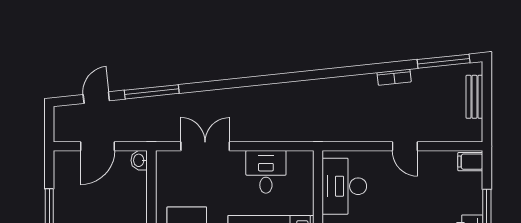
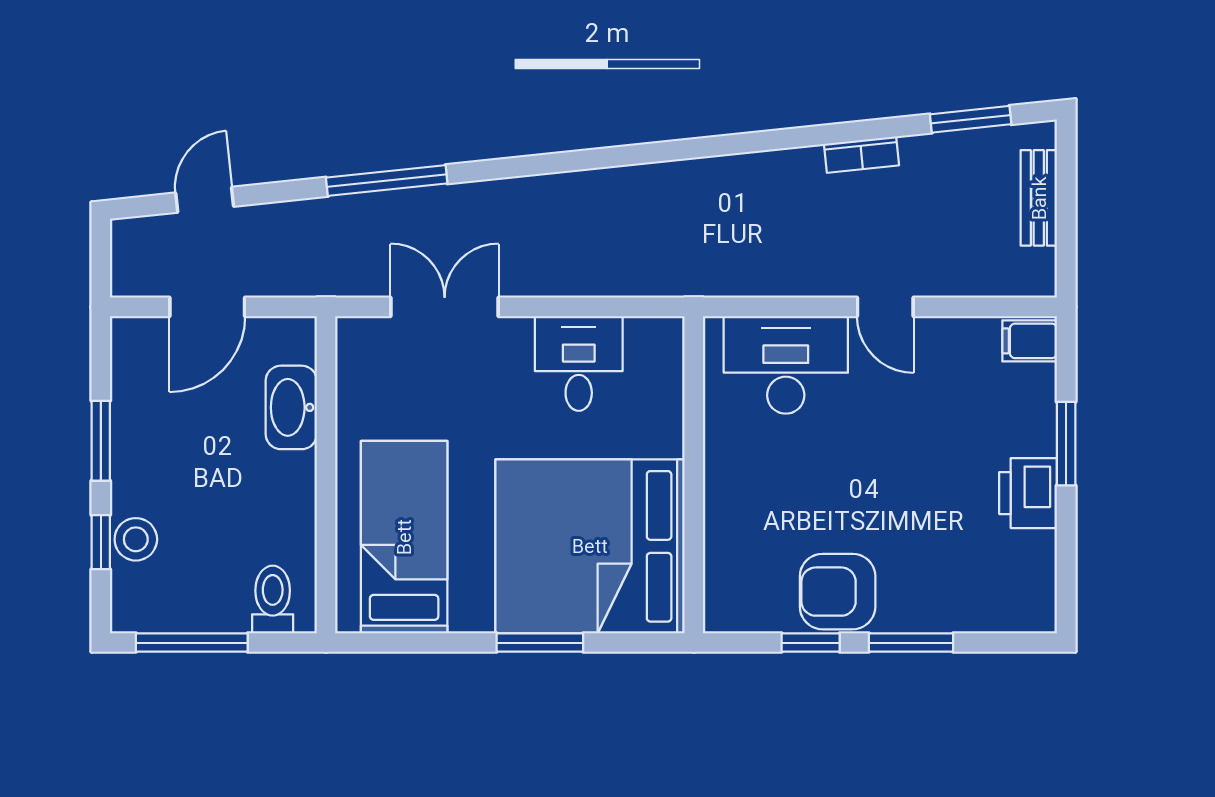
window: (444, 61) -> (971, 119), width x0.69
window: (152, 92) -> (387, 181), moved
washbasin: (139, 160) -> (291, 407), moved, width x1.91, depth x1.45
desk: (344, 186) -> (786, 365), moved, turned 90

